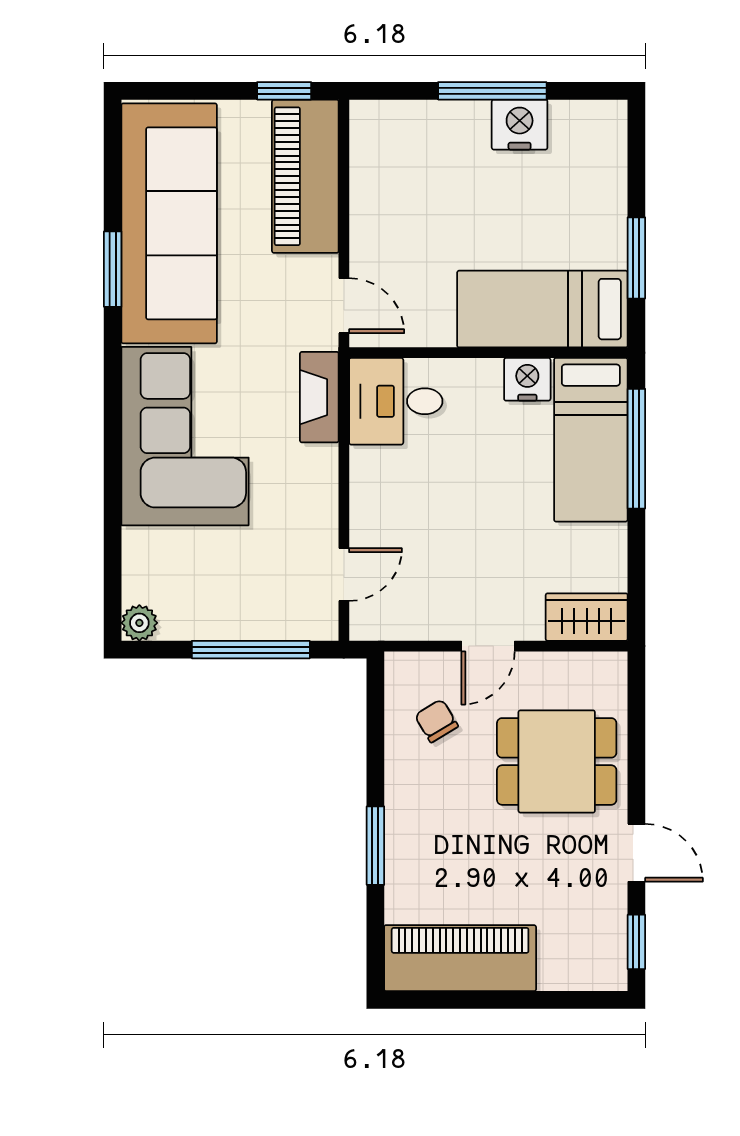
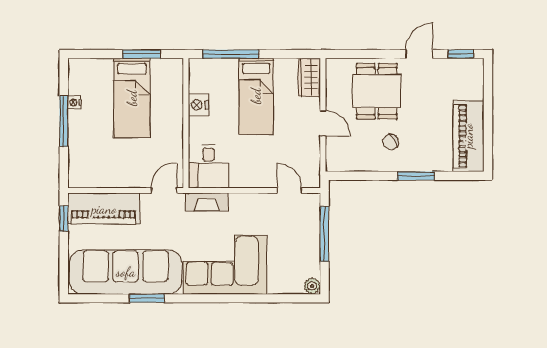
nightstand: (520, 125) -> (74, 102), width x0.53, depth x0.56
bed: (542, 309) -> (132, 98), moved
bed: (591, 440) -> (256, 96), moved, turned 90
chair: (436, 721) -> (391, 142), moved

